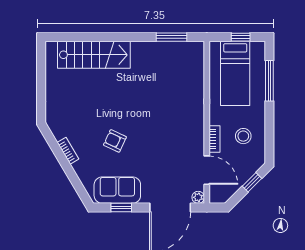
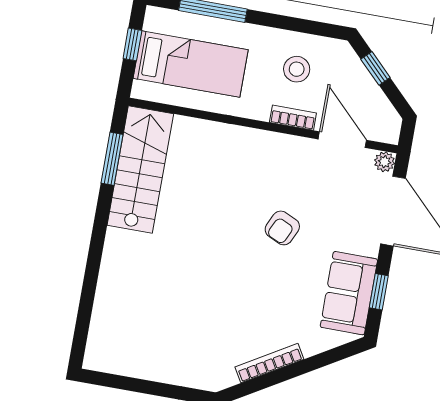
stairs: (94, 55) -> (140, 170), moved
armchair: (115, 141) -> (282, 228), moved
bookcase: (68, 151) -> (269, 363), width x1.56
door: (207, 170) -> (342, 140), hinge flipped

